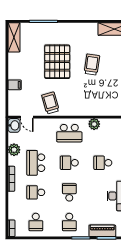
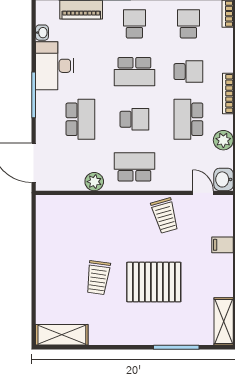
pallet: (57, 62) -> (154, 282), turned 90
school desk: (36, 163) -> (188, 119), turned 180
school desk: (103, 163) -> (80, 119), width x1.85
school desk: (69, 192) -> (134, 72), width x1.85

